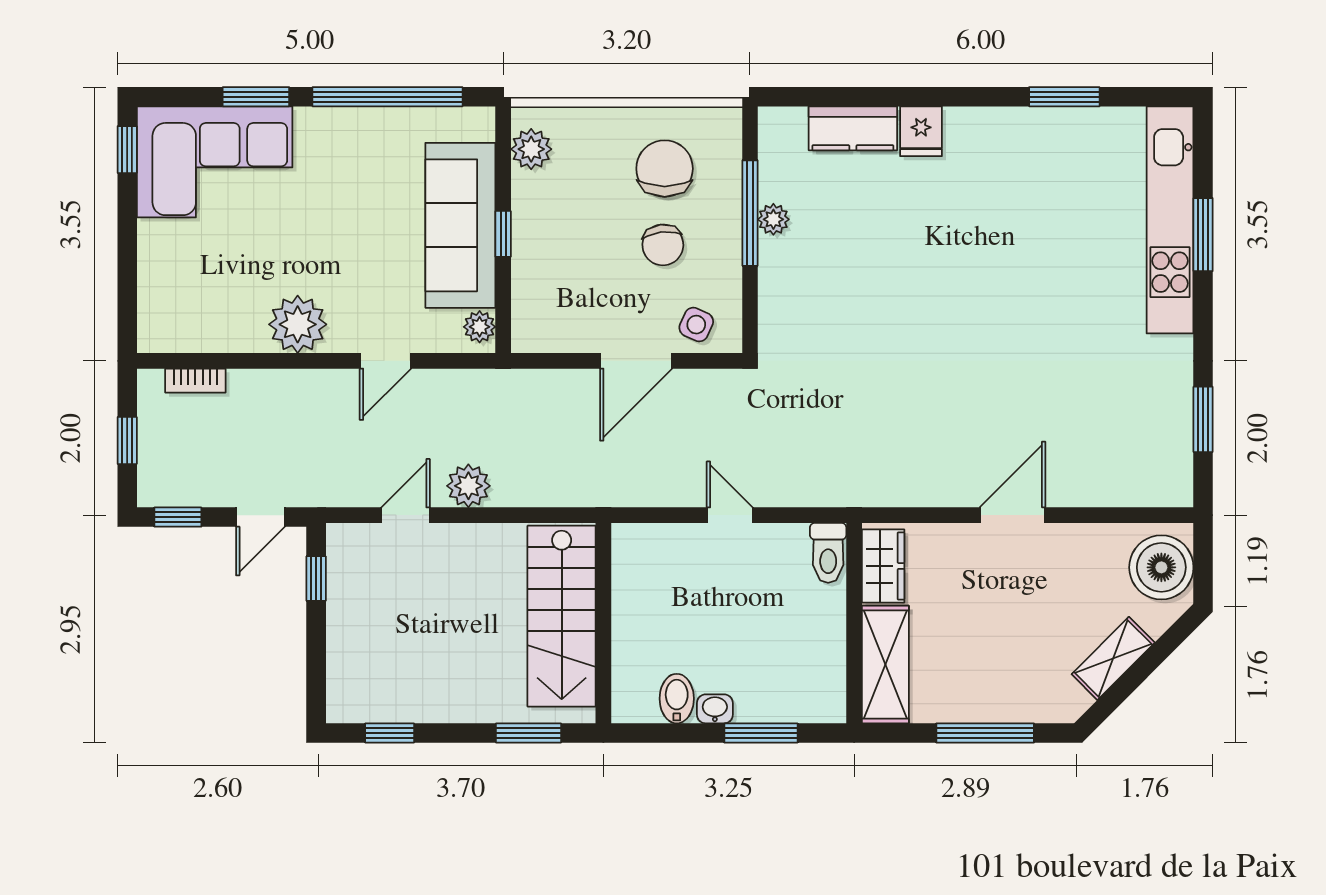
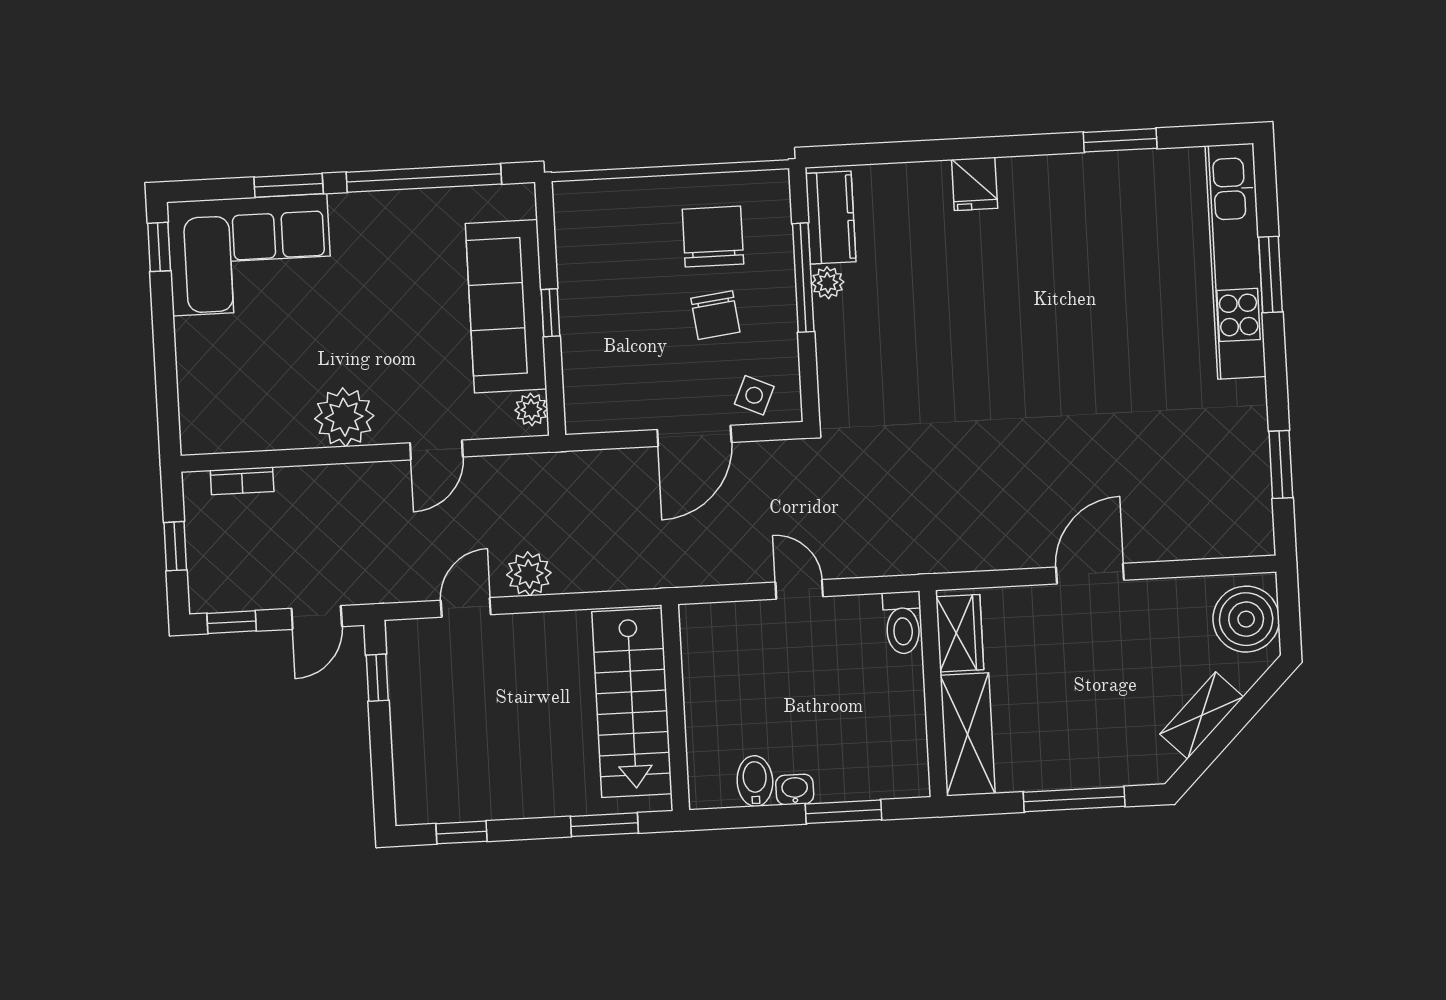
kitchen counter: (853, 128) -> (831, 218), moved, turned -90
plant: (531, 149) -> (575, 224), removed

